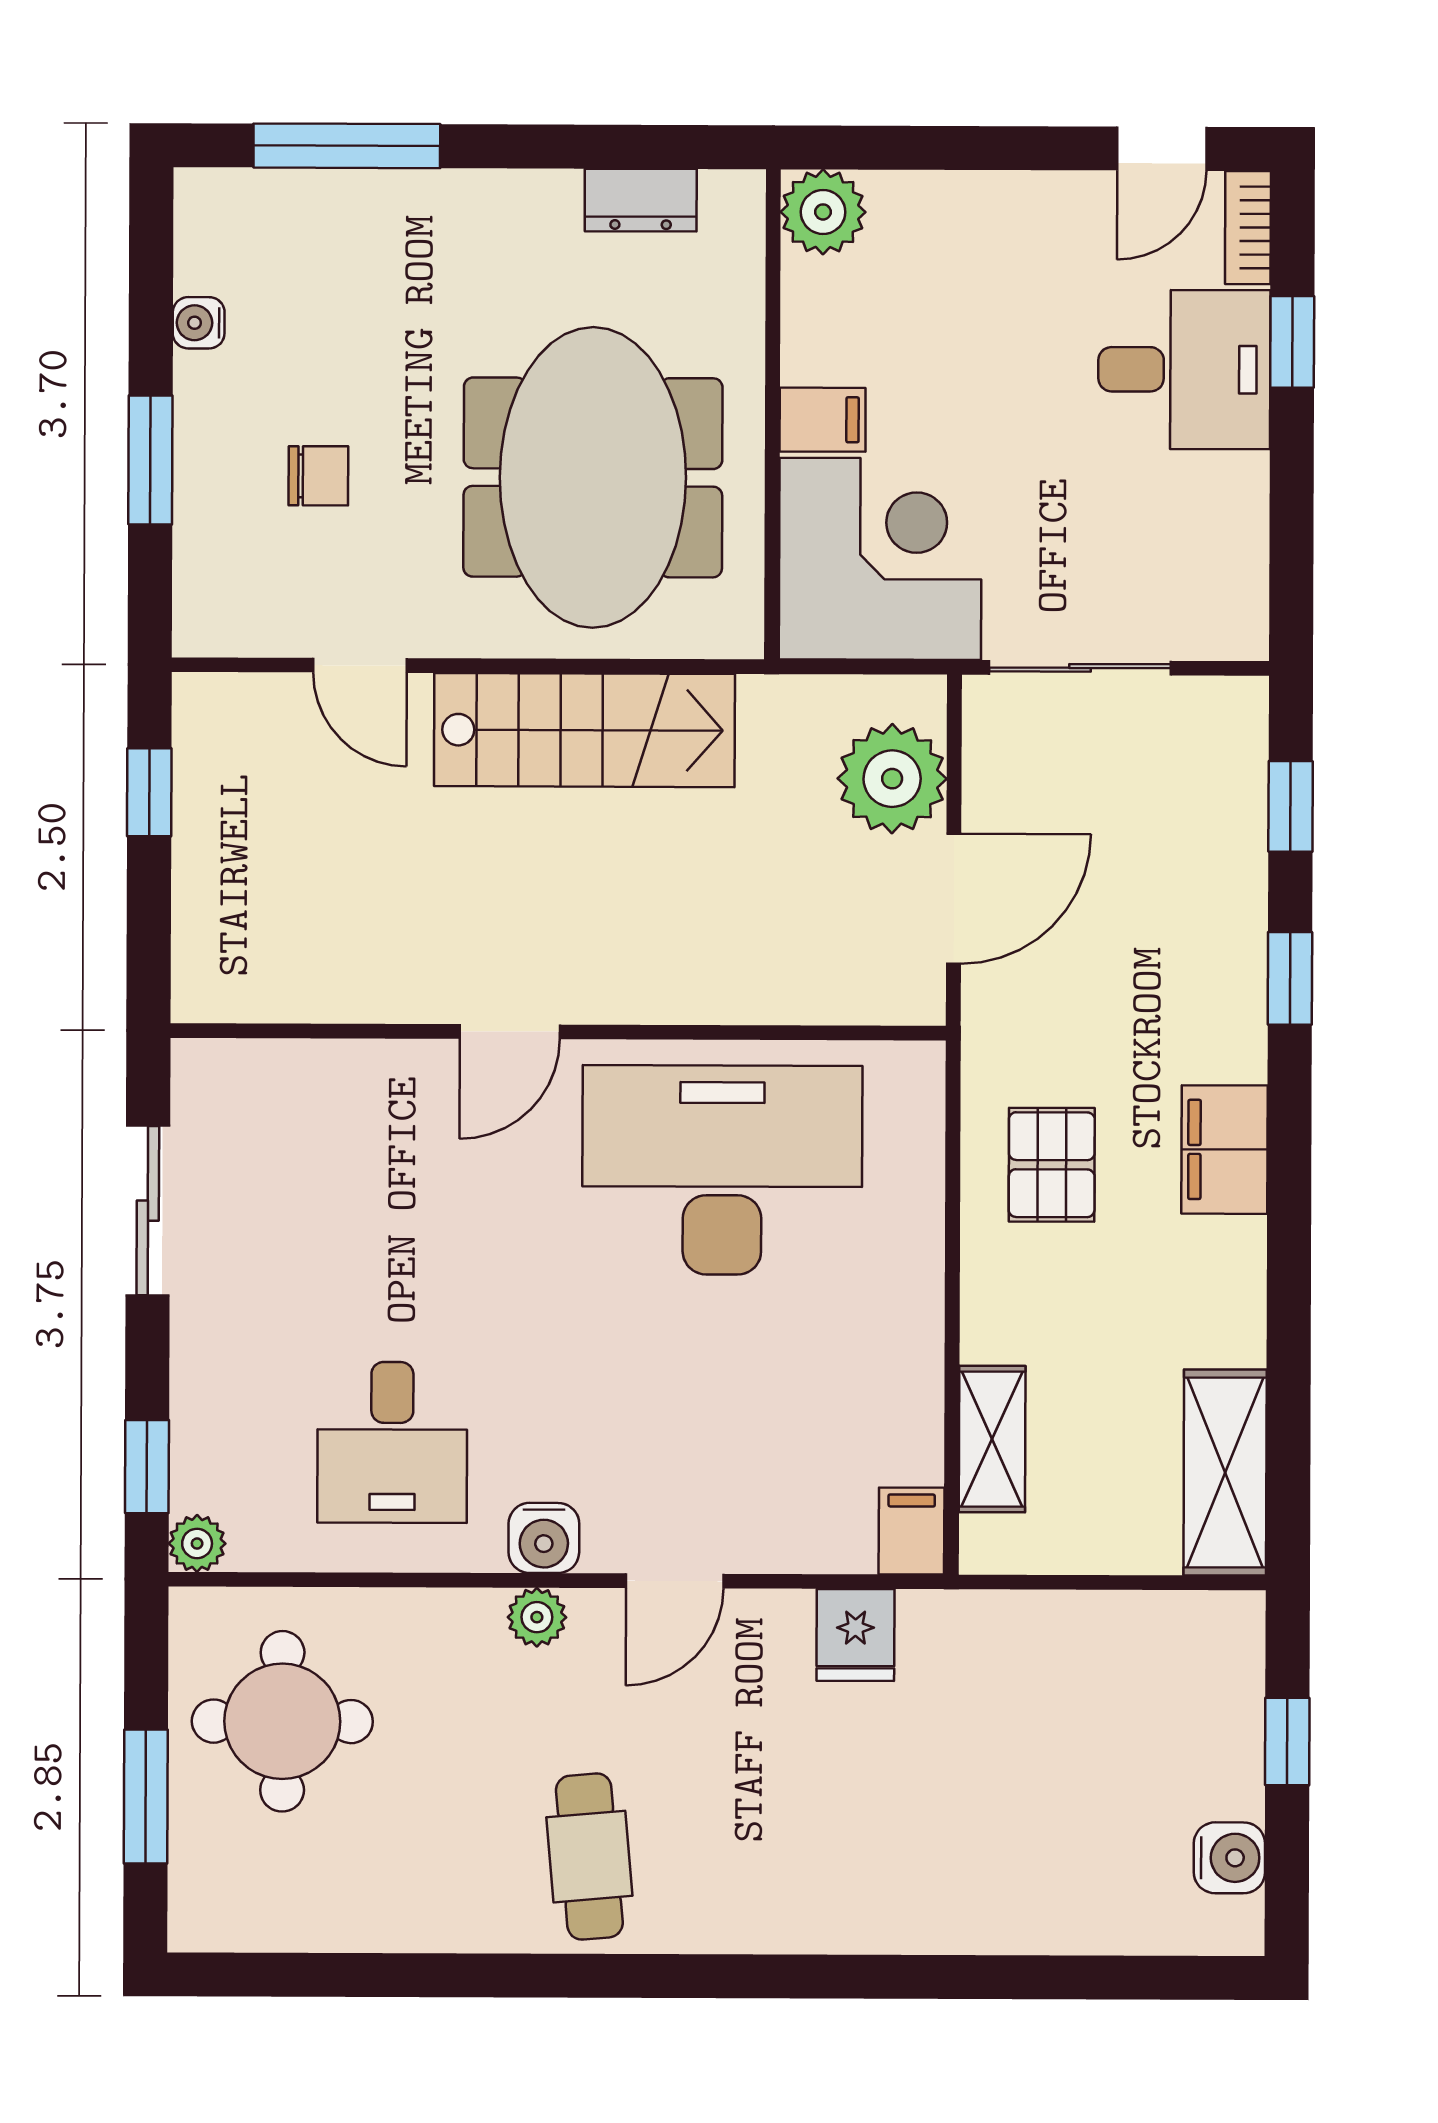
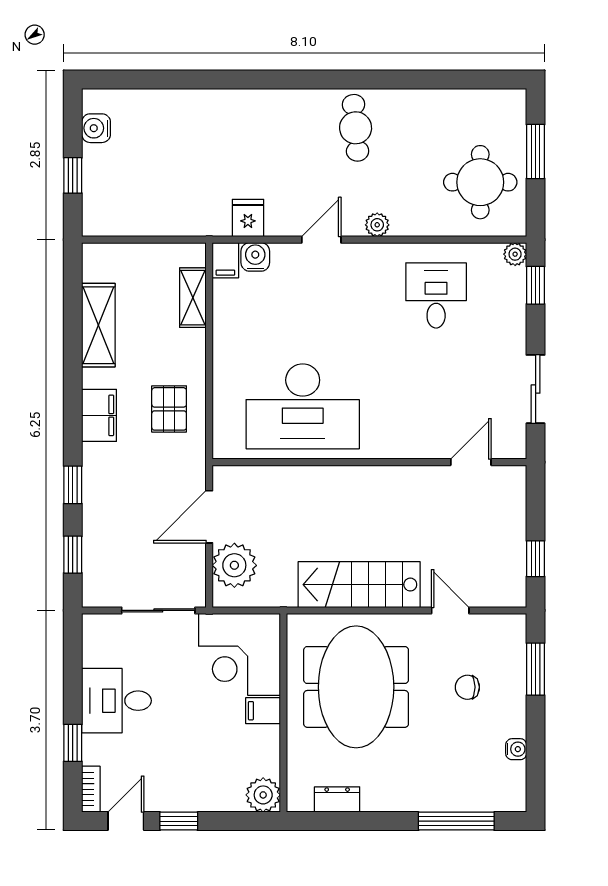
window: (1031, 148) -> (179, 821), added
desk: (1184, 369) -> (116, 701), moved
window: (150, 460) -> (536, 669), moved
door: (510, 1032) -> (471, 462), moved
shelving: (1225, 1473) -> (98, 325), moved
water cooler: (544, 1538) -> (255, 257), moved

